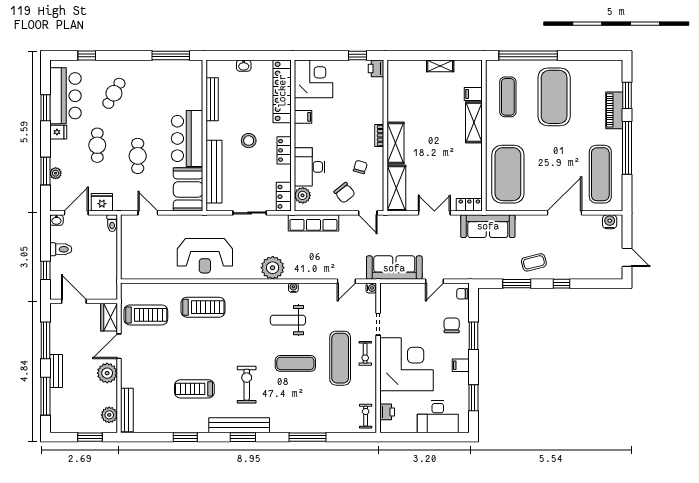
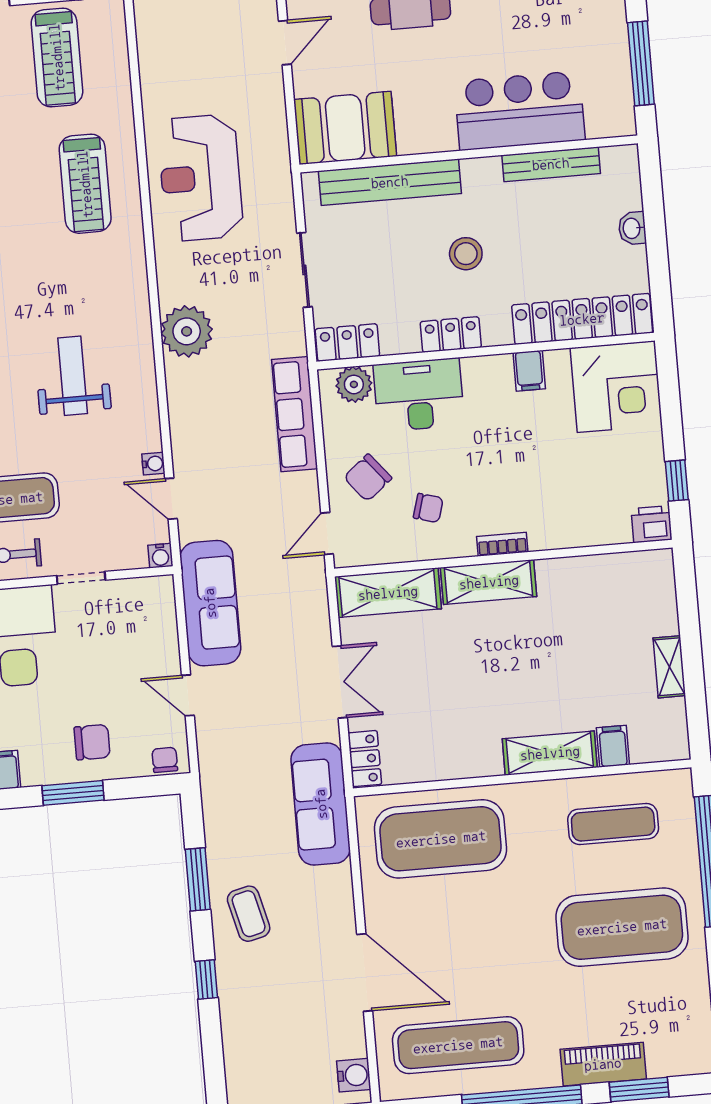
bar counter: (187, 138) -> (520, 111), moved
water cooler: (293, 288) -> (153, 464), moved

